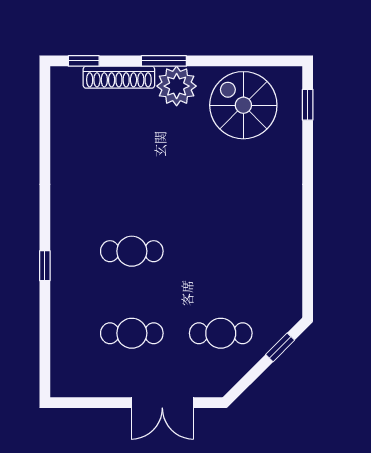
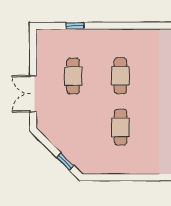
window: (45, 266) -> (75, 26), moved
cafe table: (221, 333) -> (121, 127), moved

